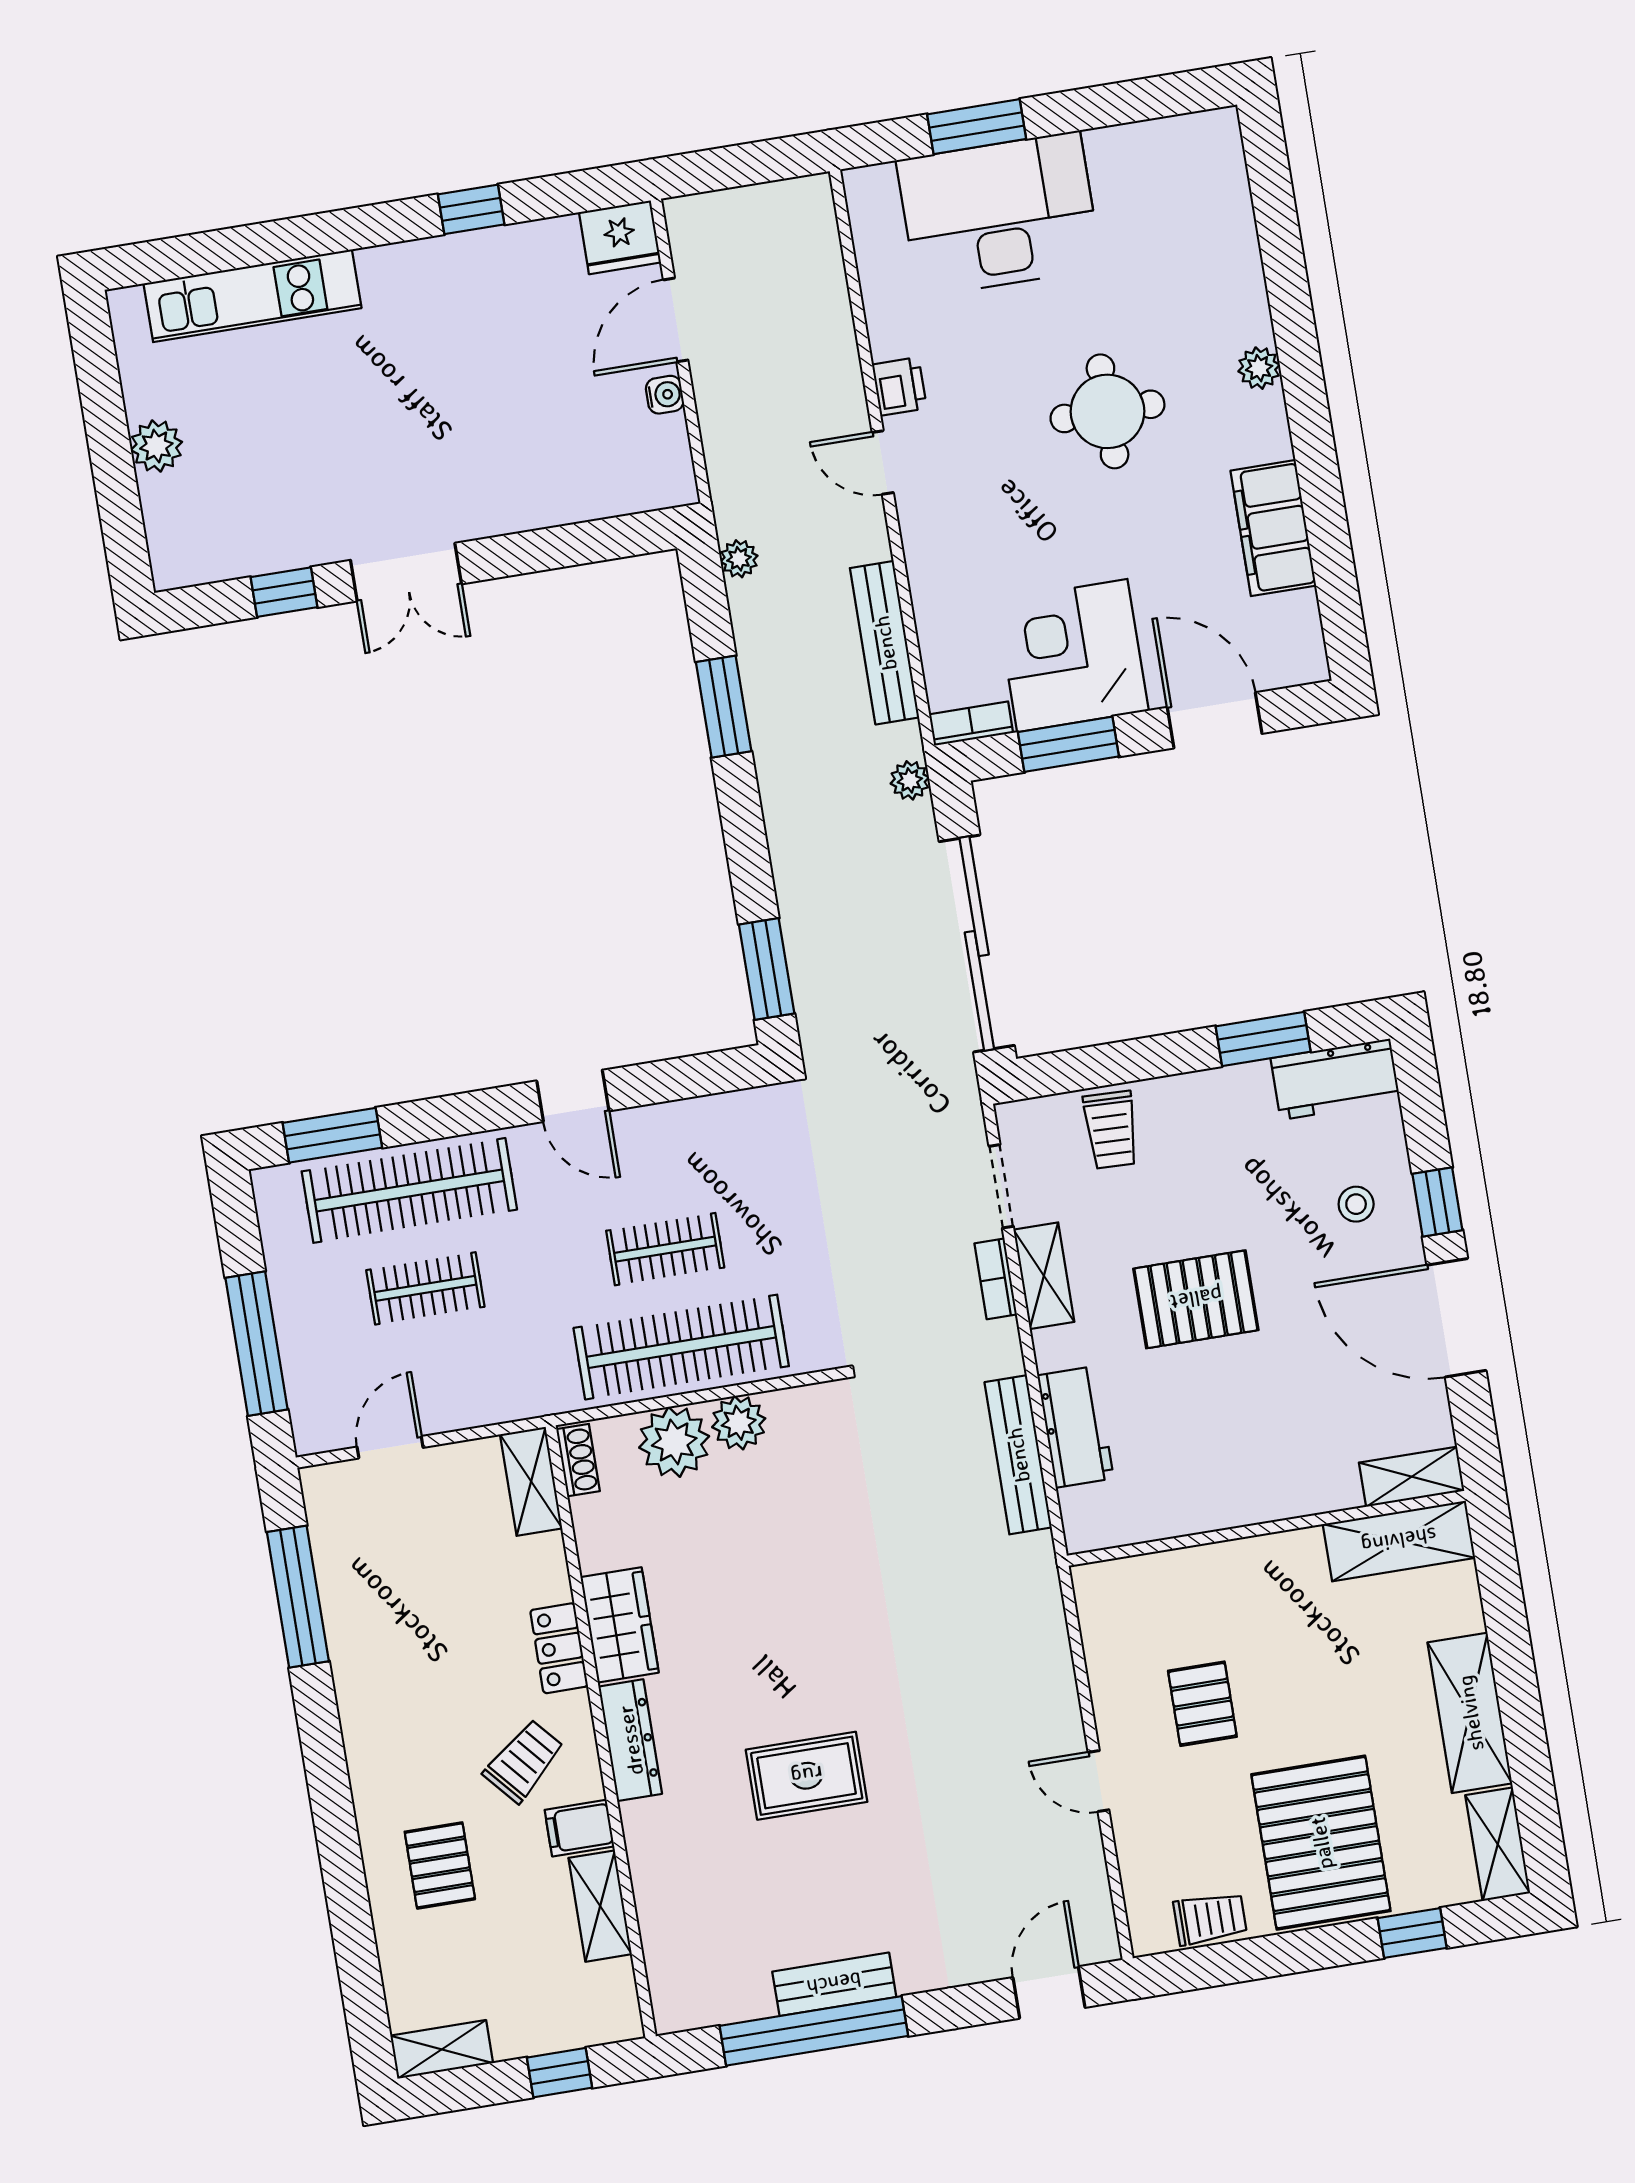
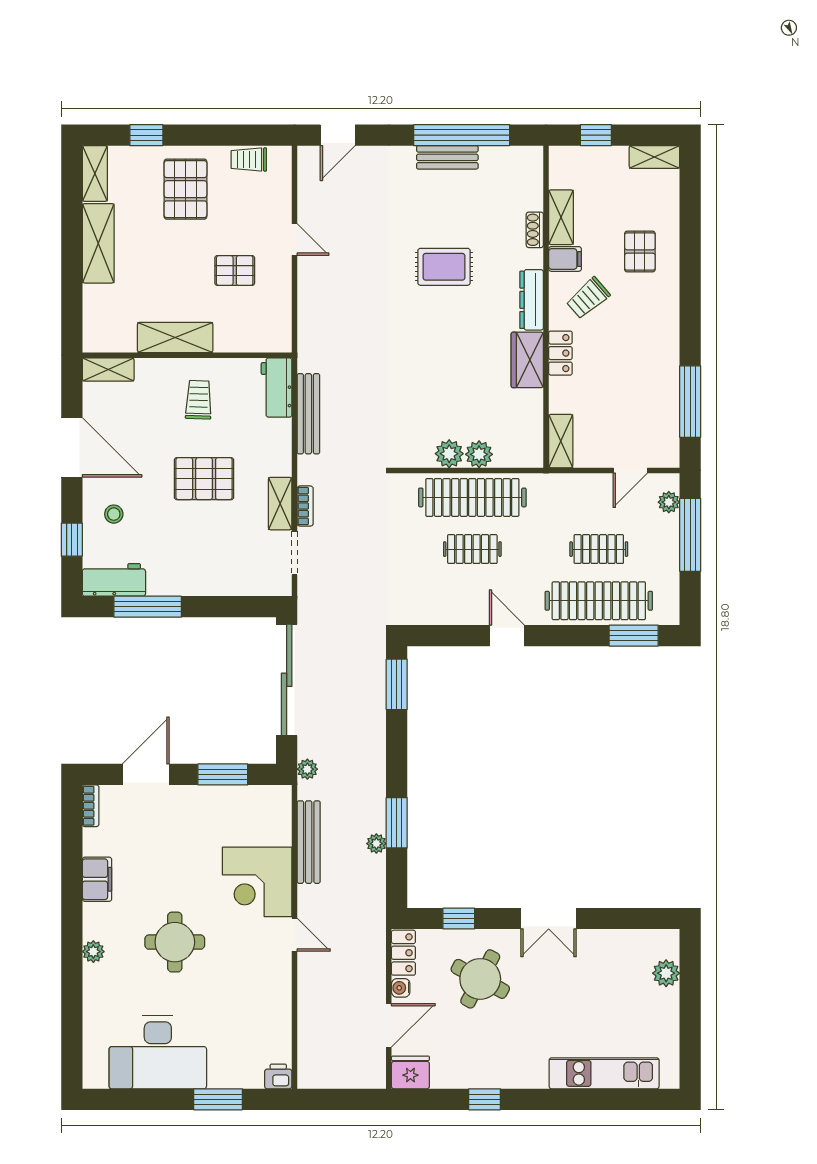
desk: (999, 214) -> (158, 1052), moved
printer: (899, 386) -> (278, 1076), moved, turned 90
round table: (517, 436) -> (480, 979), added
plant: (156, 446) -> (666, 973), moved
locker: (670, 462) -> (403, 953), added
filing cabinet: (1273, 528) -> (97, 879), width x0.67, depth x0.86
plant: (739, 559) -> (376, 844), moved
double door: (406, 572) -> (549, 919), swing flipped
window: (284, 592) -> (459, 919), moved
corner desk: (1072, 656) -> (257, 882), moved, turned 90
door: (1215, 720) -> (146, 774), swing flipped
bookcase: (971, 724) -> (91, 806), moved, turned -90
window: (1263, 1039) -> (148, 607), width x1.44
trolley: (1111, 1130) -> (199, 400), moved
window: (1437, 1202) -> (72, 540), moved
plant: (307, 1399) -> (669, 502), added
workbench: (1076, 1427) -> (277, 388), moved
plant: (674, 1442) -> (479, 454), width x0.73, depth x0.73
shoe rack: (578, 1460) -> (535, 230), moved
shelving: (1399, 1541) -> (175, 337), moved
pallet: (1202, 1704) -> (235, 270), turned 90
pallet: (1321, 1843) -> (185, 189), width x0.73, depth x0.71

